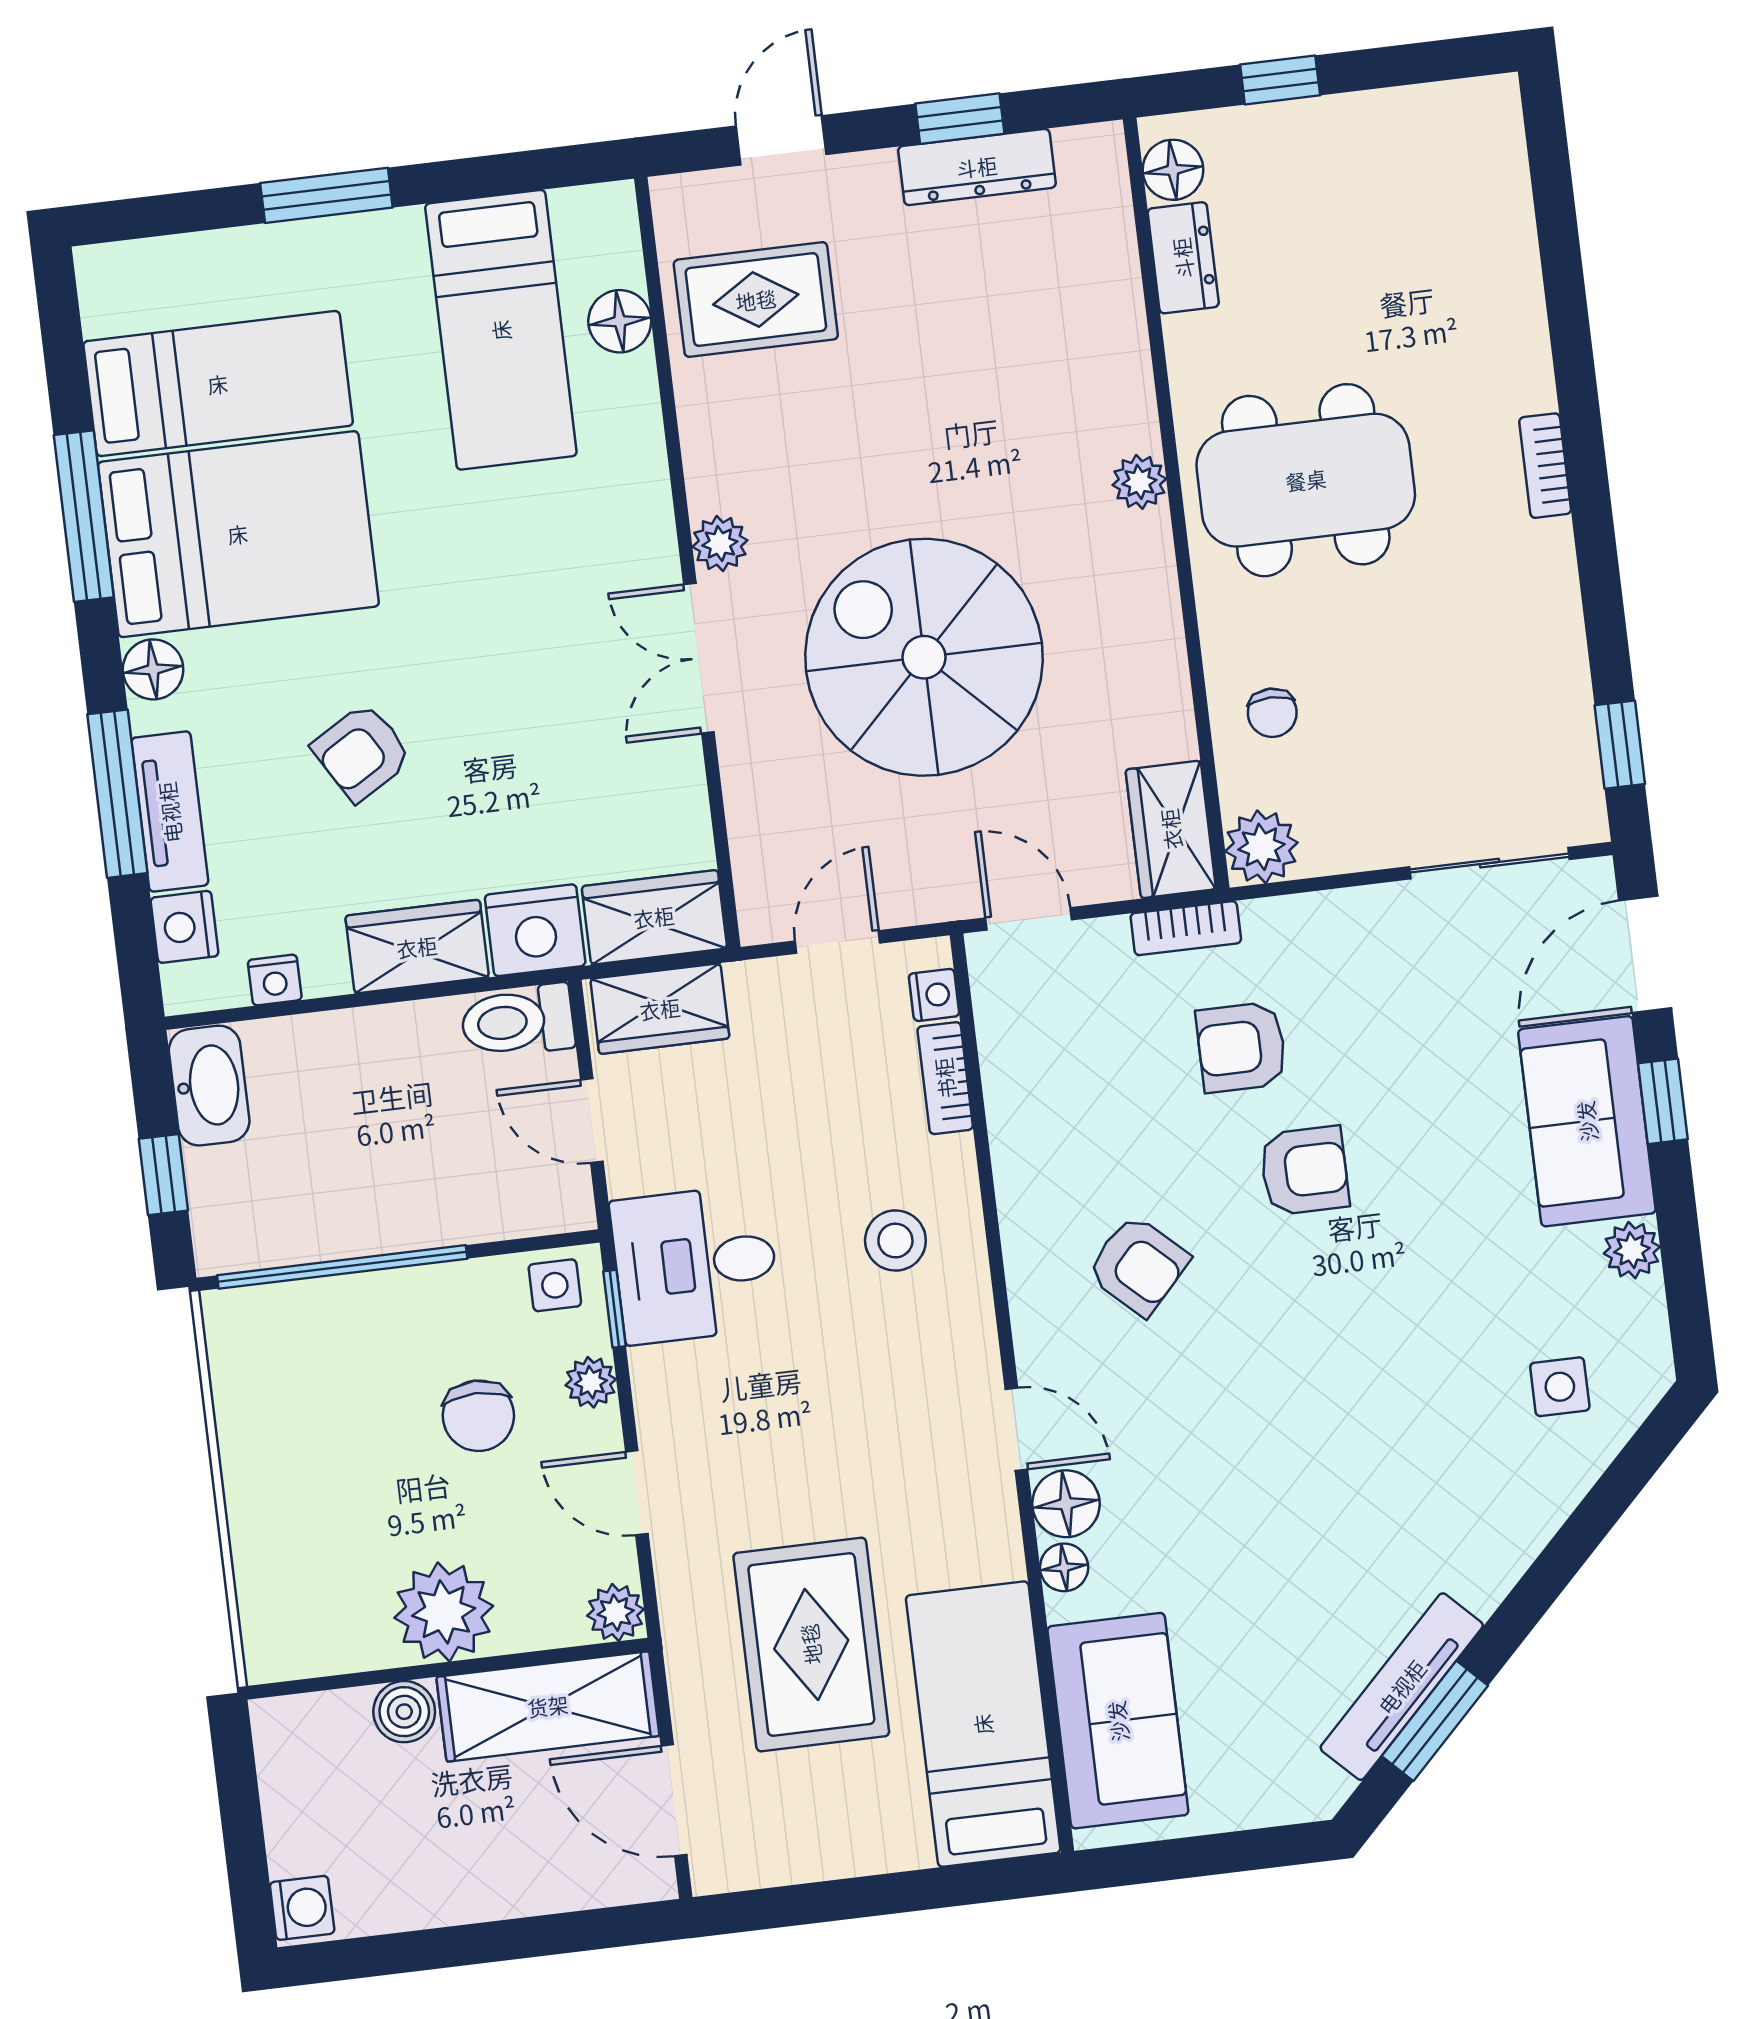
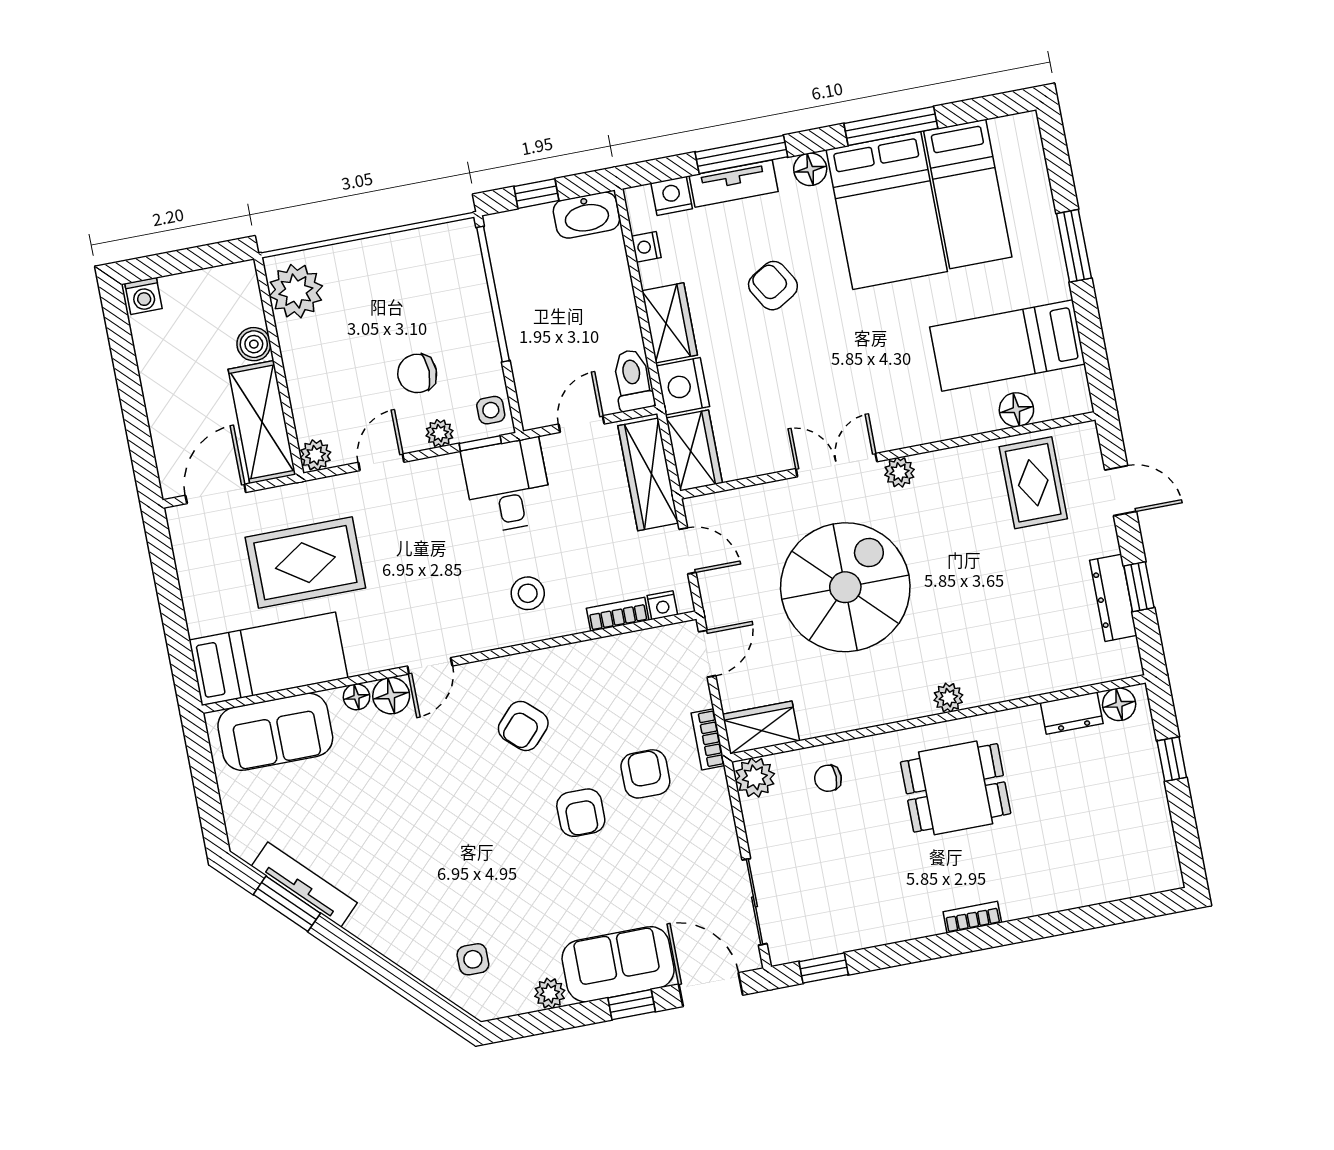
dining table: (1306, 480) -> (956, 788), width x0.73
wardrobe: (660, 1009) -> (648, 474), width x1.50
plant: (444, 1612) -> (296, 291), moved

